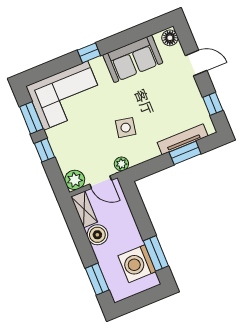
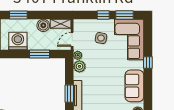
side table: (126, 128) -> (101, 38), moved
plant: (75, 180) -> (79, 66), moved
window: (156, 253) -> (39, 54), moved

